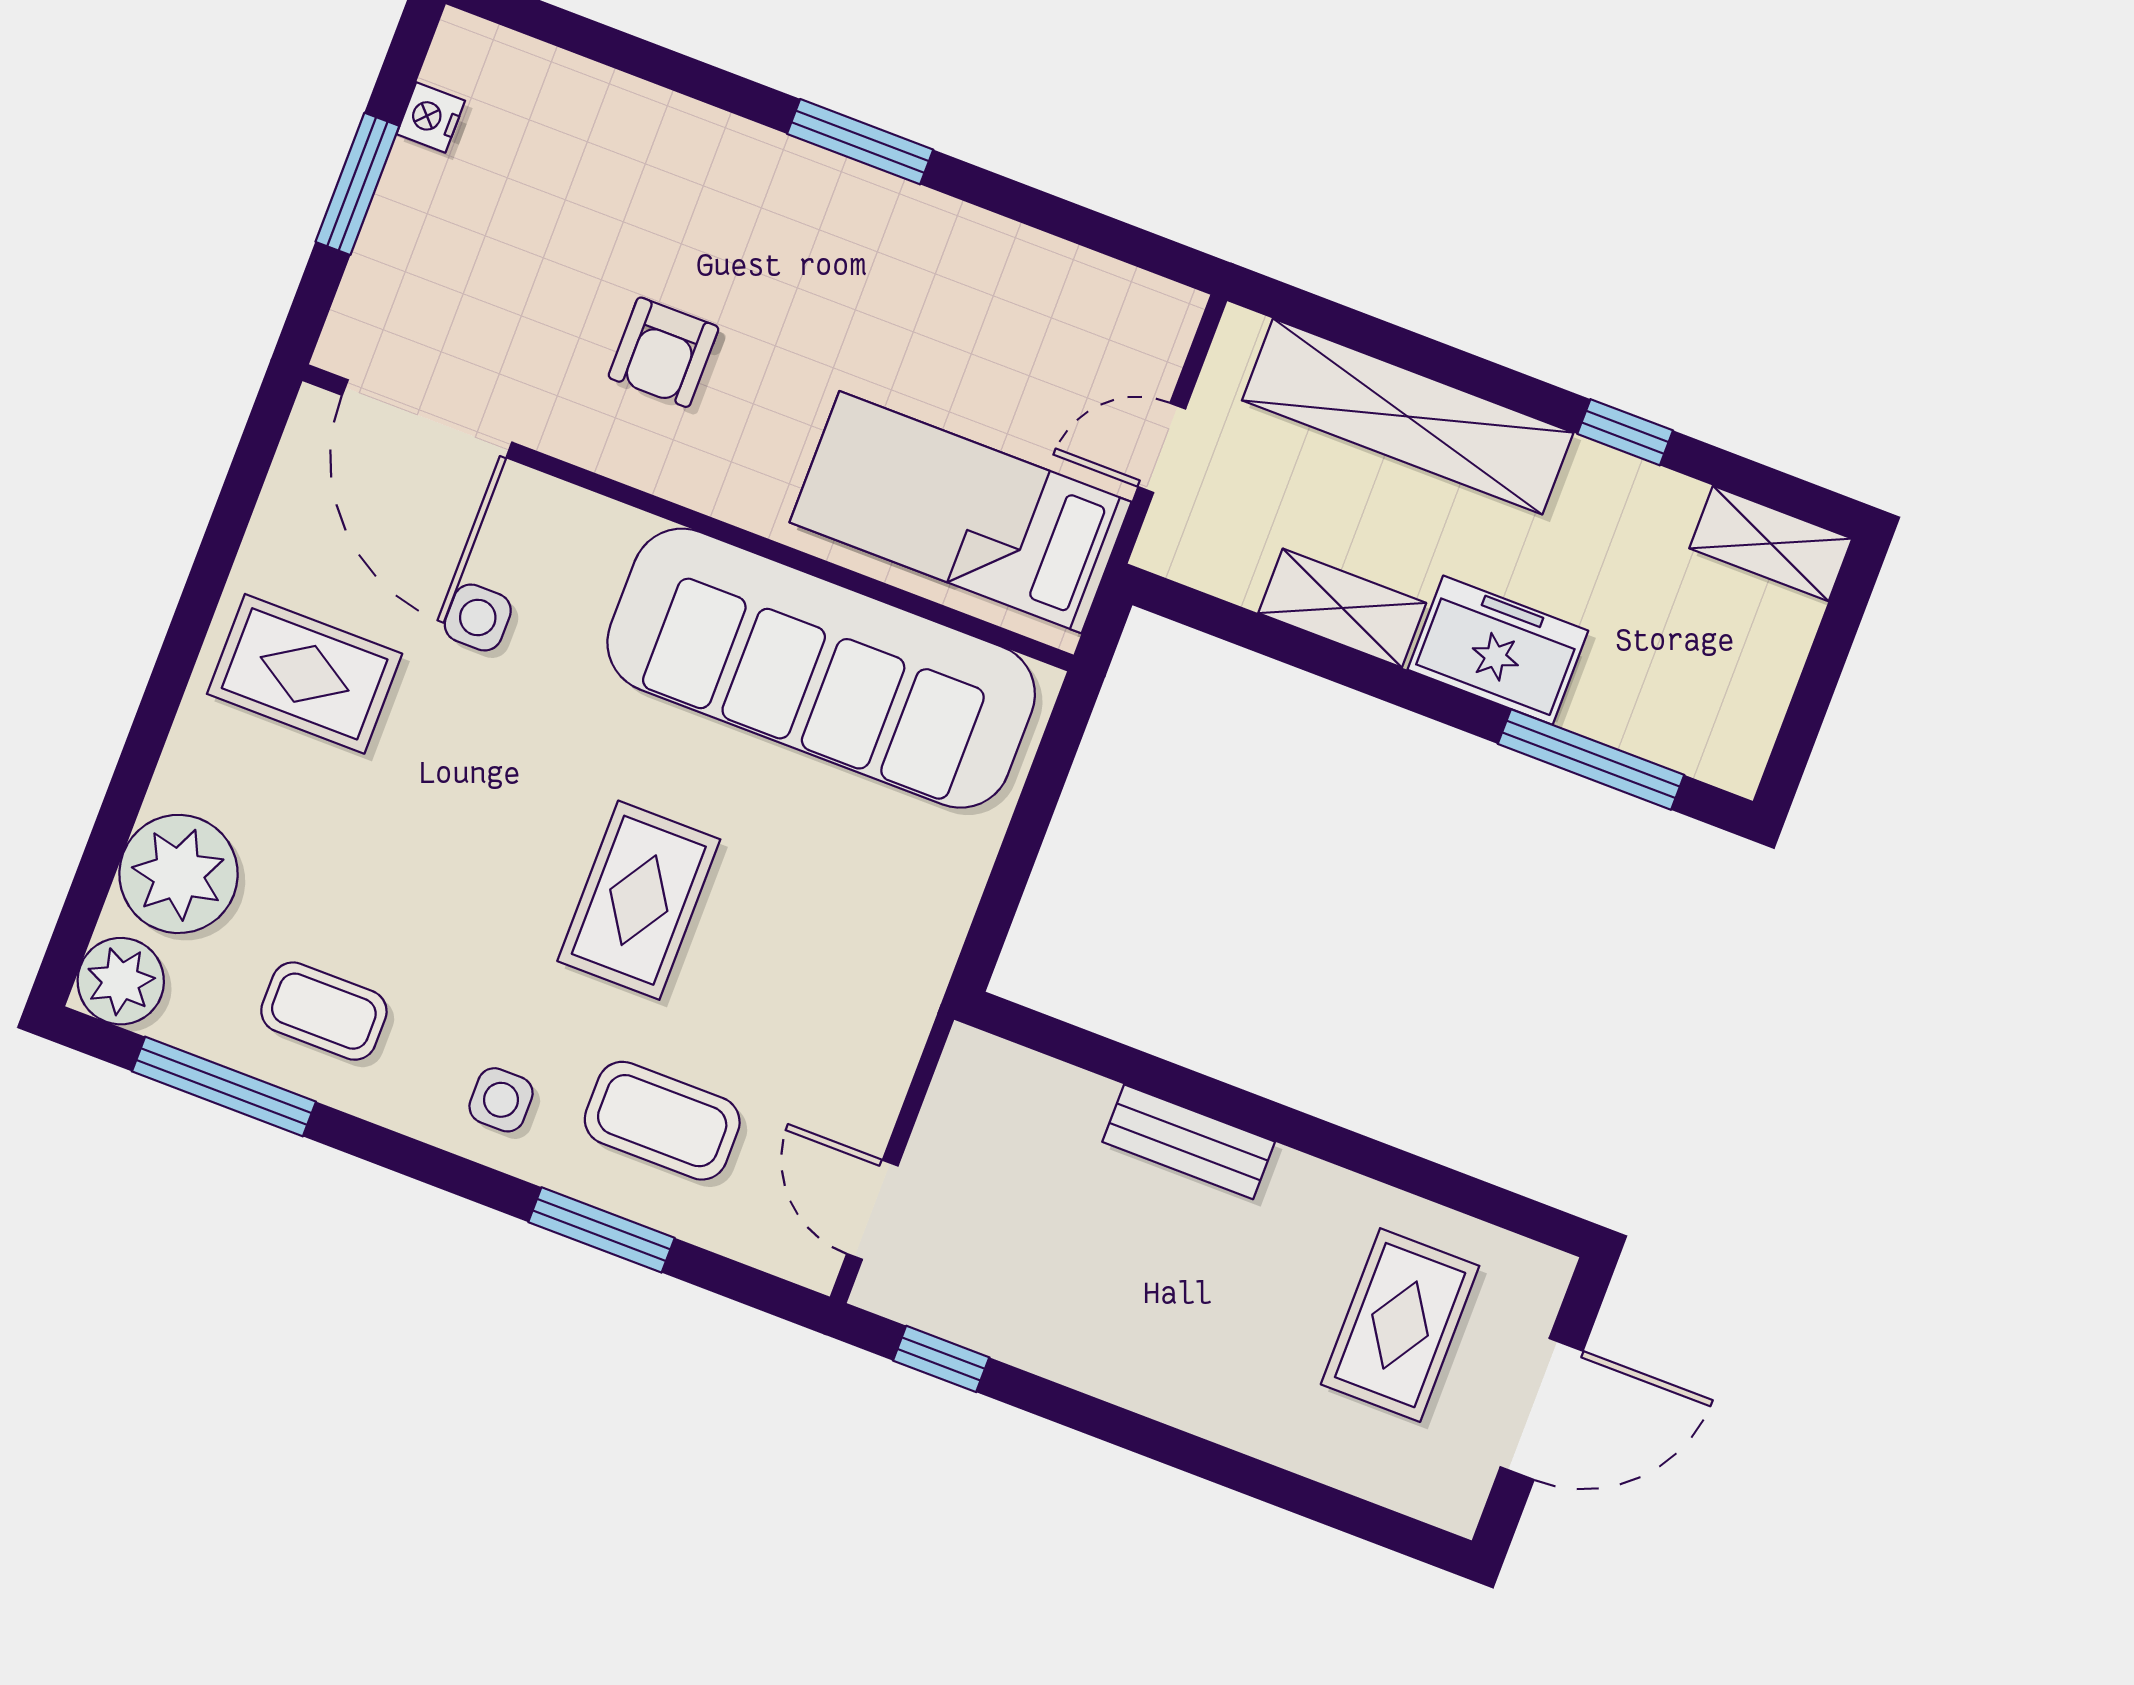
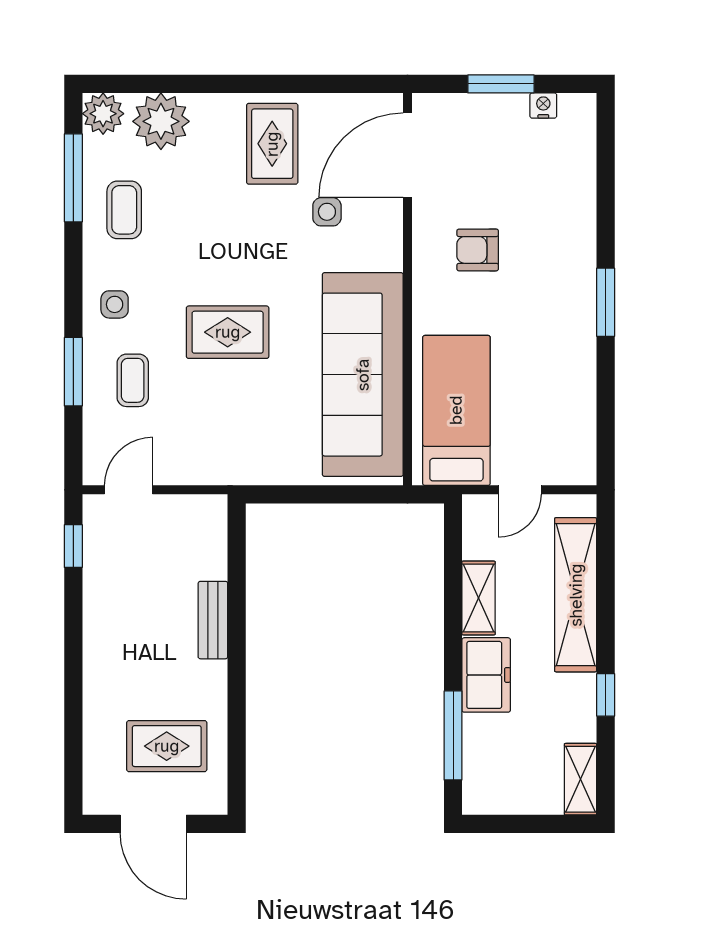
door: (1162, 448) -> (520, 490), swing flipped
coffee table: (662, 1121) -> (133, 380), width x0.73, depth x0.77

